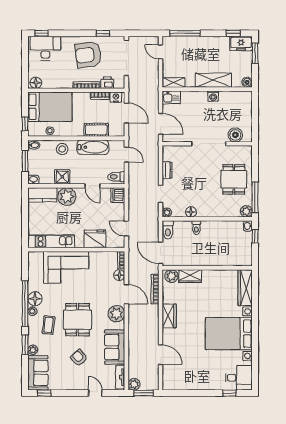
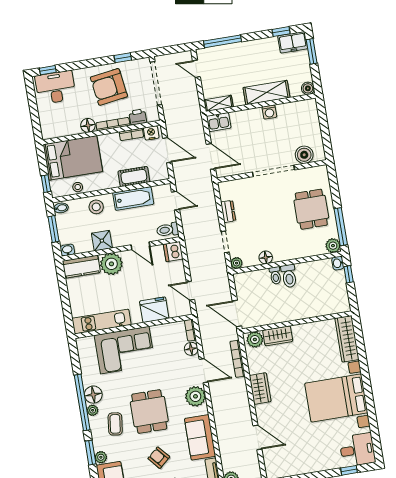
floor lamp: (36, 83) -> (88, 125), moved
toilet: (168, 230) -> (289, 276), moved

